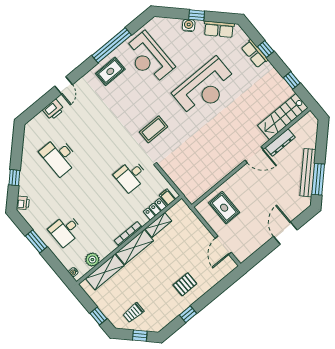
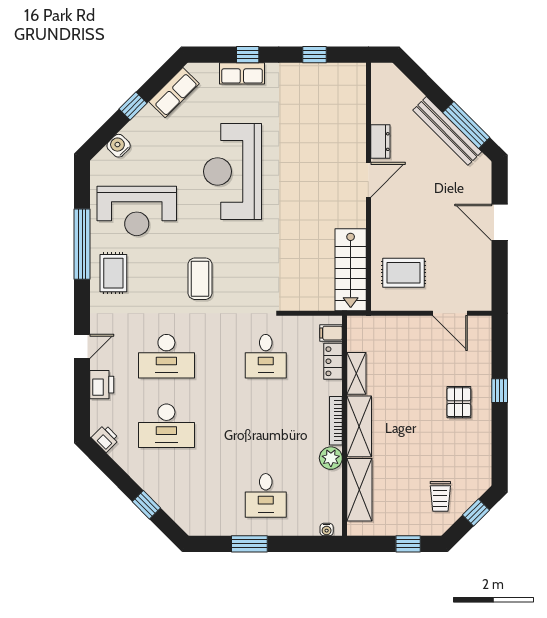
water cooler: (189, 25) -> (119, 146), moved
door: (64, 85) -> (82, 346), hinge flipped
reception desk: (205, 88) -> (233, 171), turned 180
stairs: (283, 117) -> (351, 270), moved
desk: (92, 129) -> (166, 356), added
coffee table: (153, 129) -> (200, 279), moved
dresser: (280, 143) -> (380, 142), width x0.70
printer: (23, 203) -> (105, 438), moved
plant: (92, 260) -> (331, 458), moved
window: (188, 314) -> (500, 391), moved

